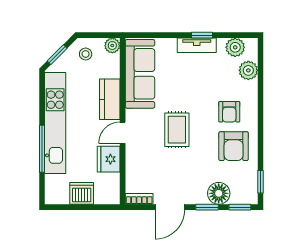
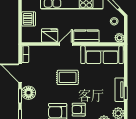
door: (123, 133) -> (66, 44), hinge flipped
floor lamp: (219, 193) -> (29, 93), moved

